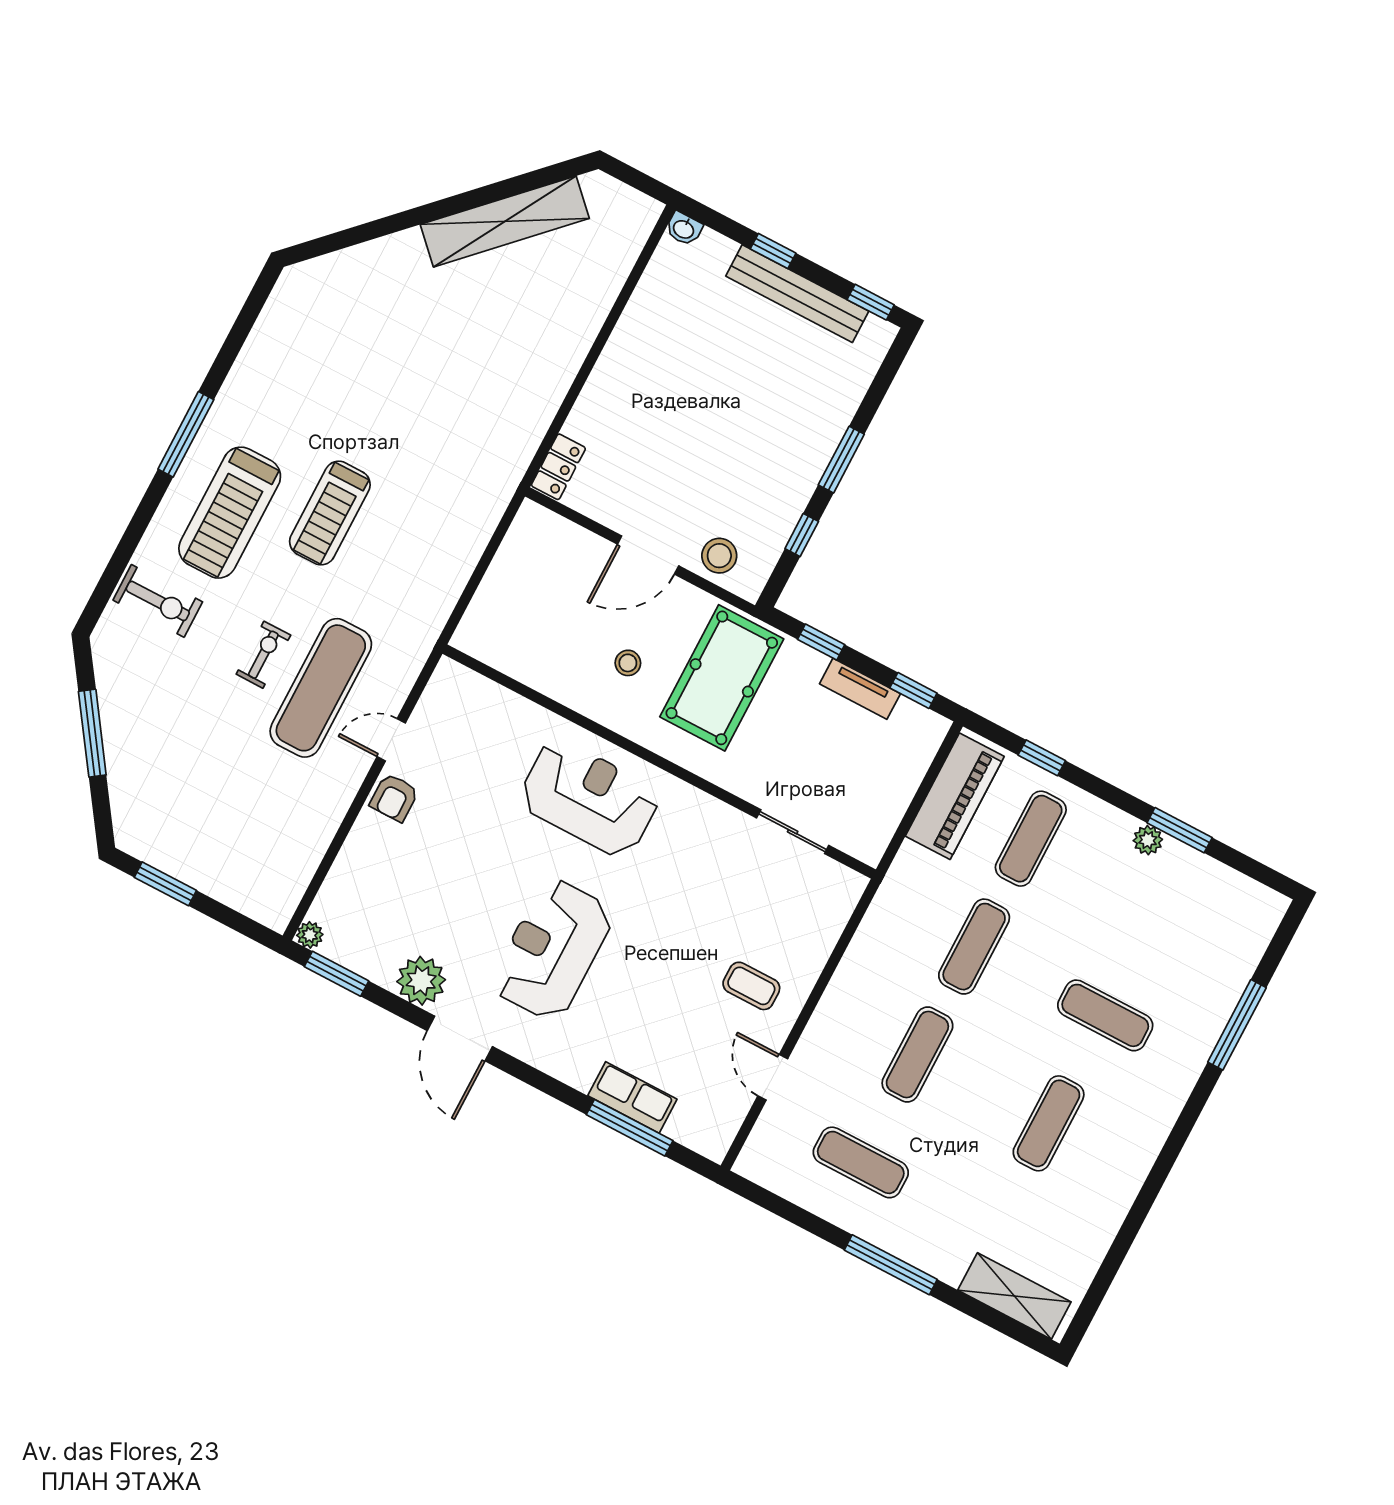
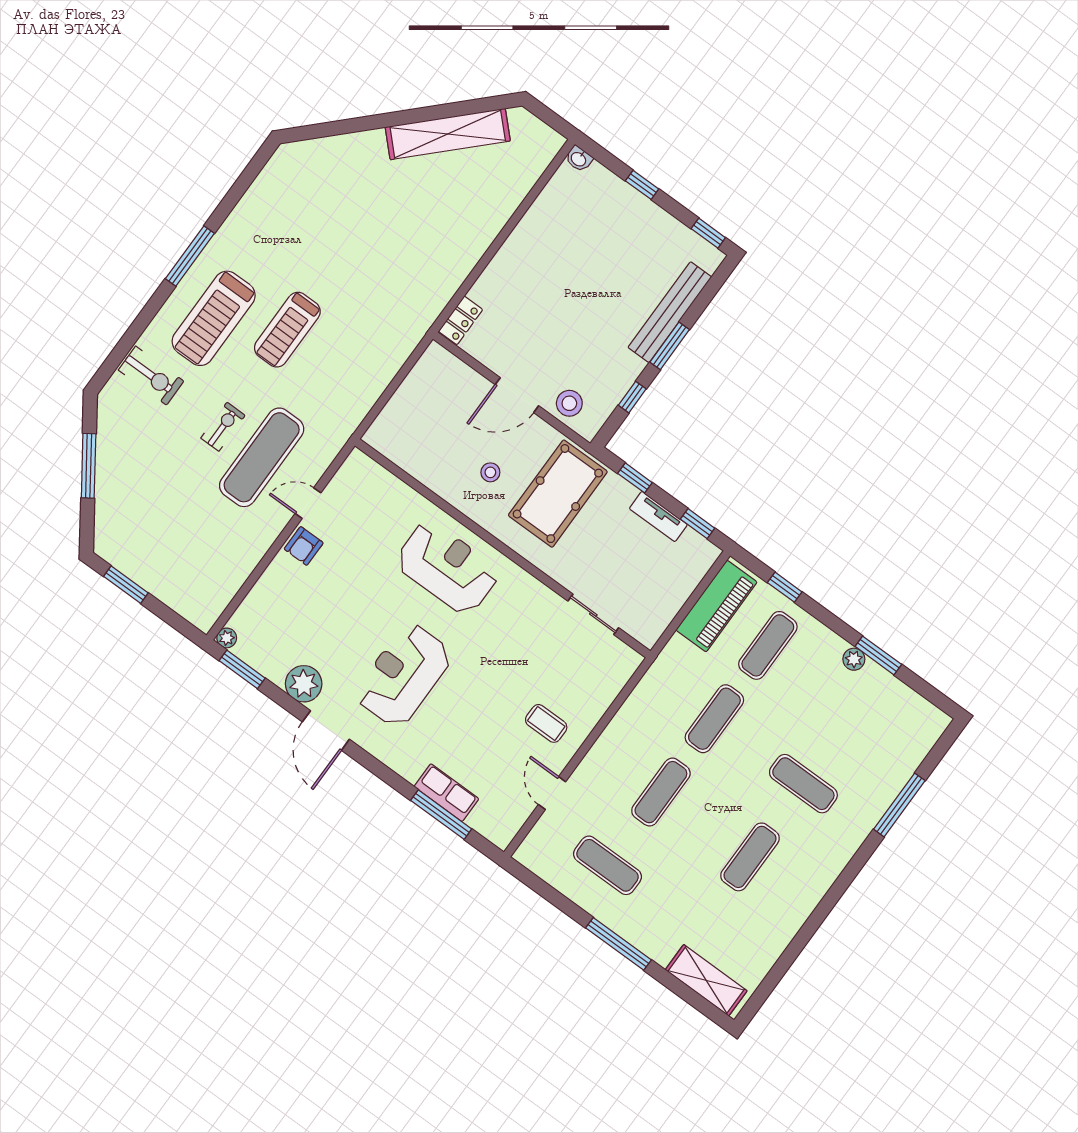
bench: (797, 294) -> (670, 312), moved, turned 90

